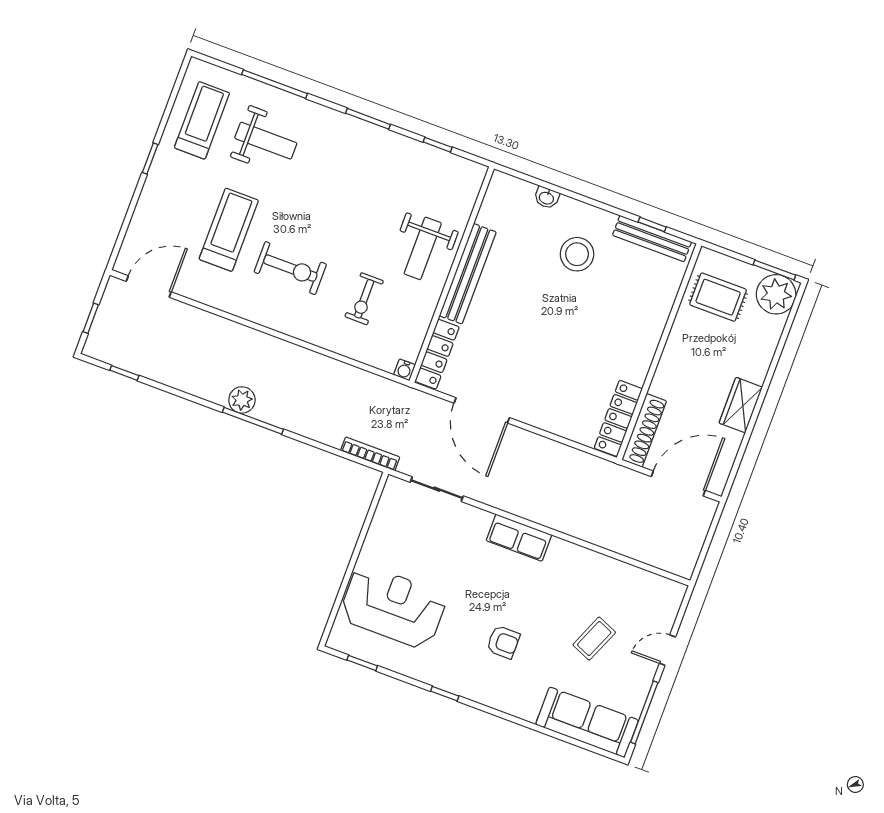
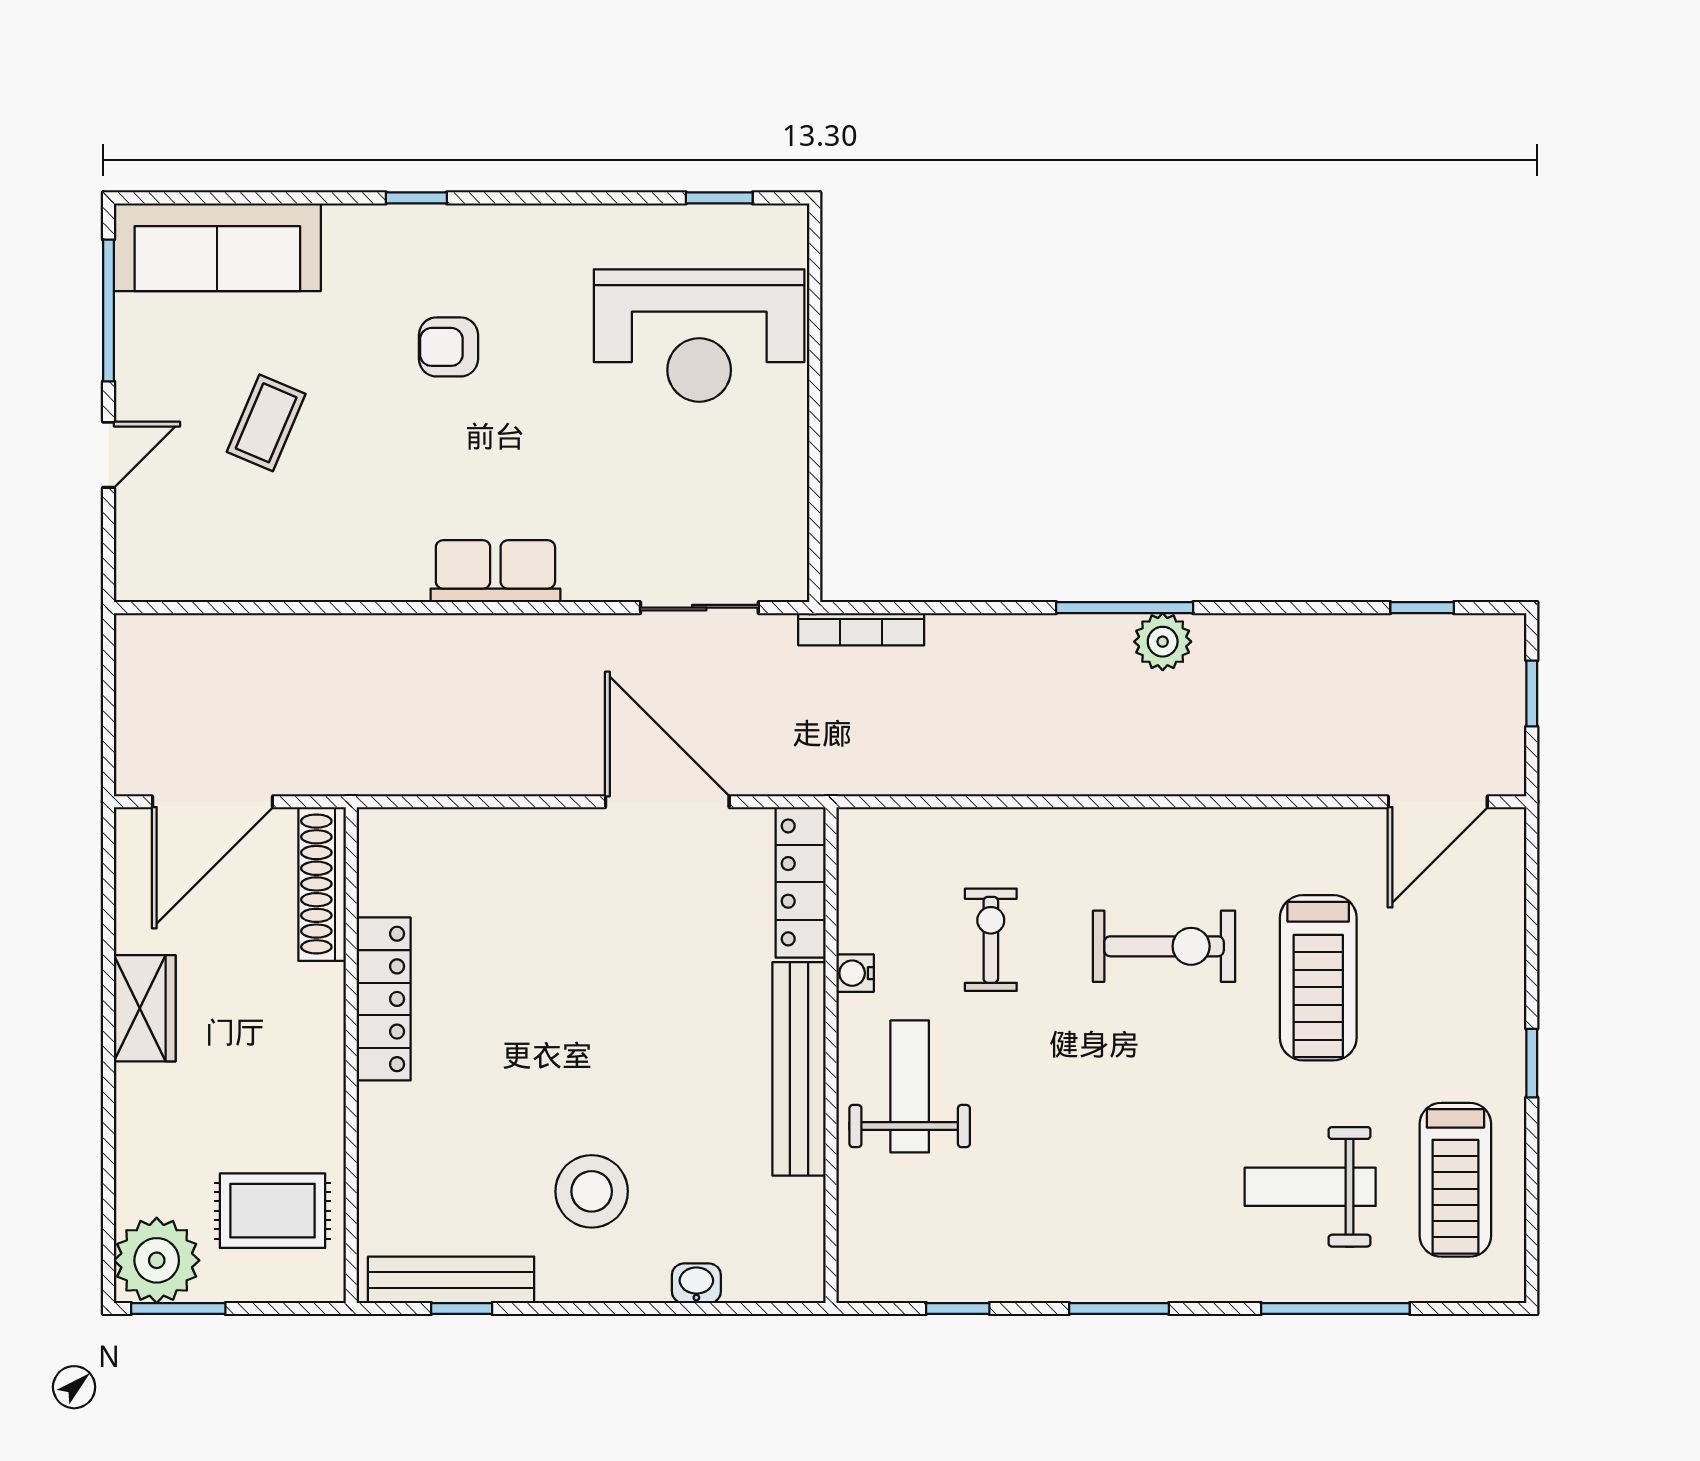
exercise bike: (290, 268) -> (1164, 946), turned 180
water cooler: (404, 370) -> (855, 973), moved, turned -90
locker: (618, 418) -> (384, 999), moved
window: (445, 694) -> (416, 198), moved

